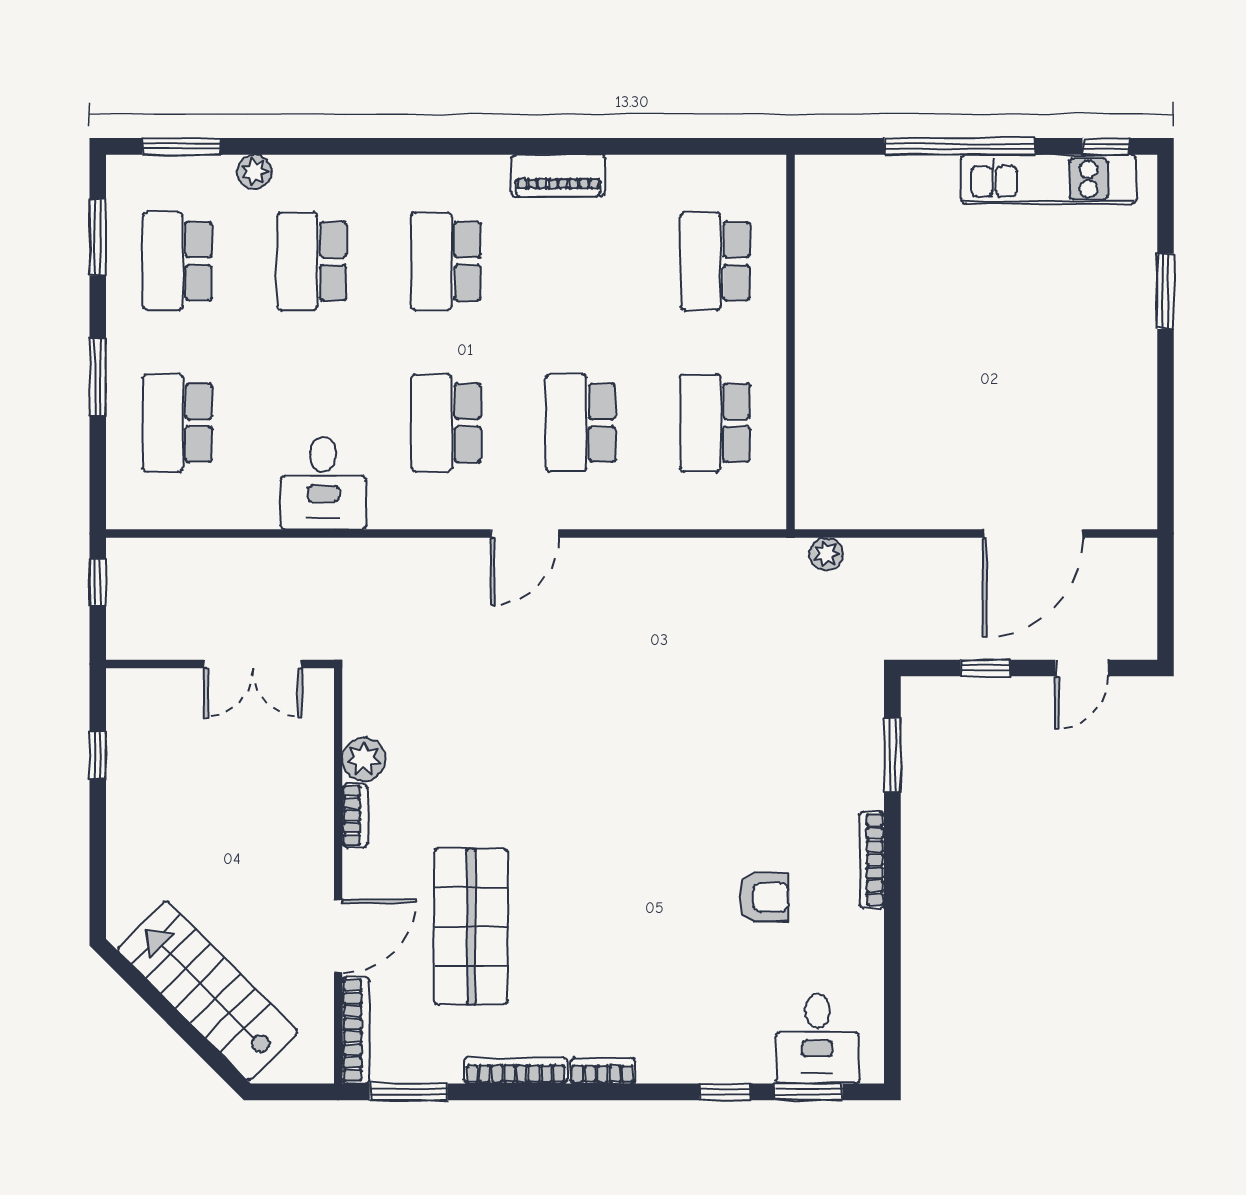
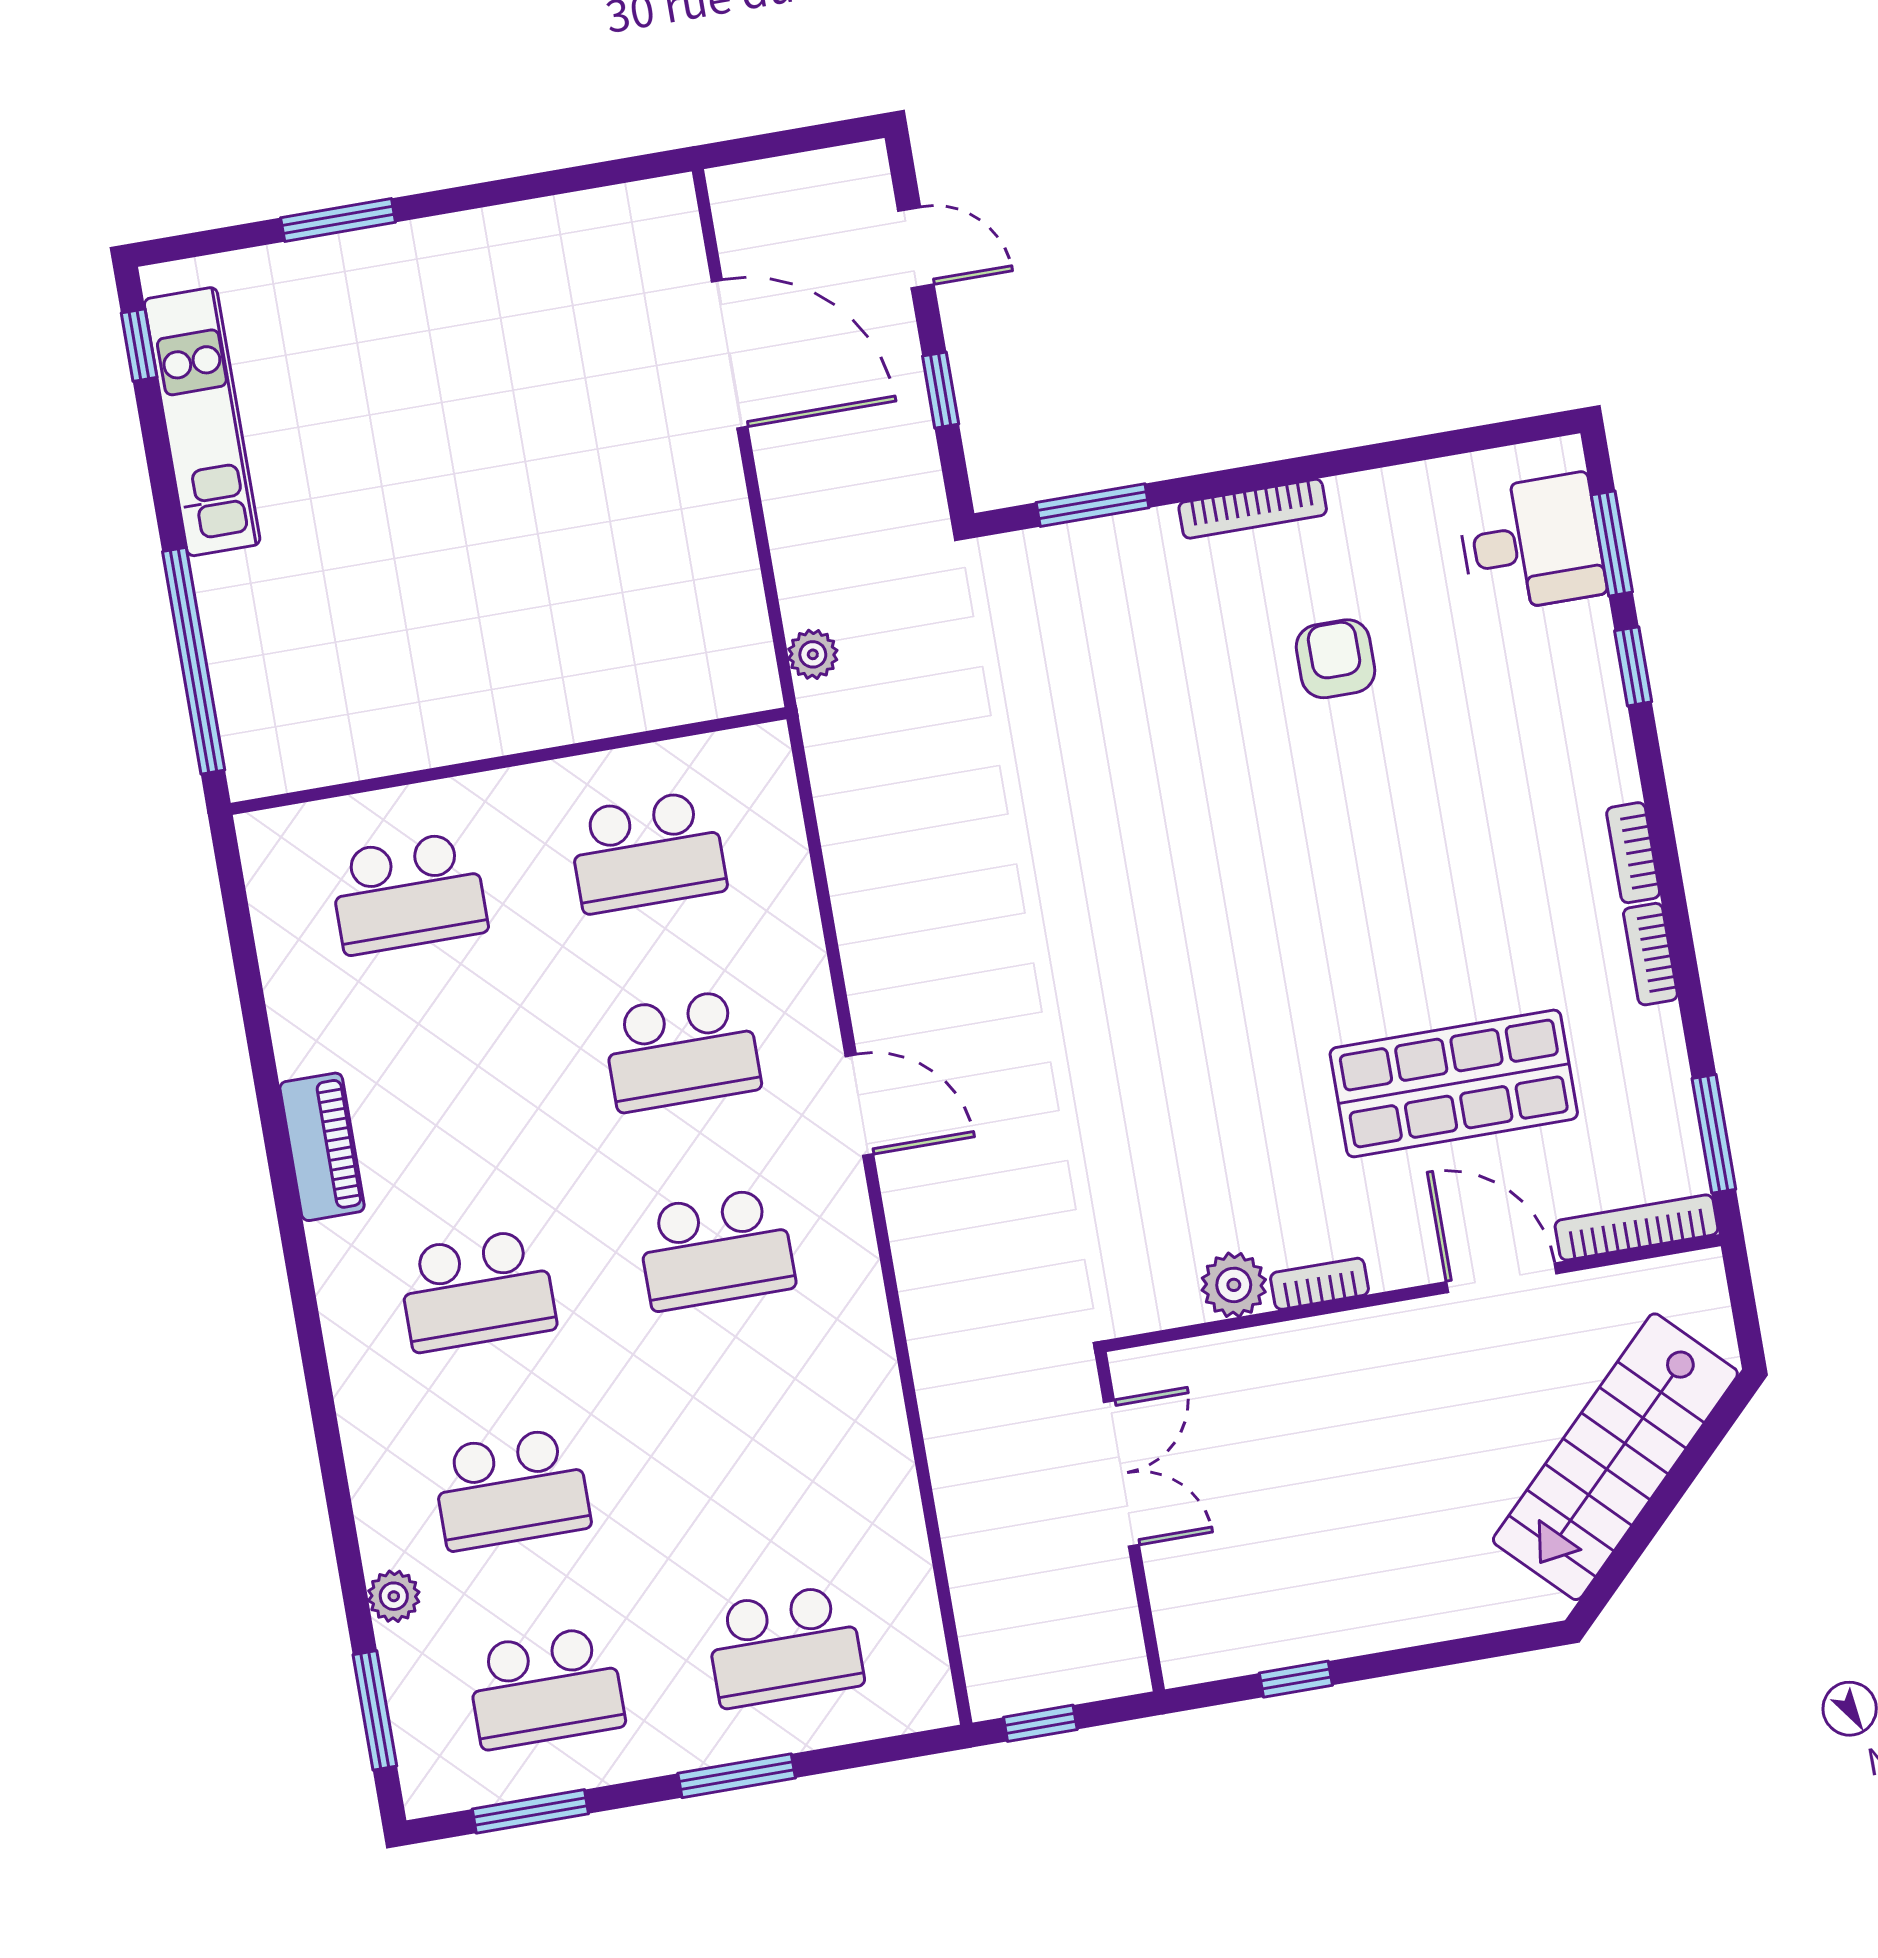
window: (960, 146) -> (194, 661), moved
desk: (323, 483) -> (836, 1415), removed
bookcase: (515, 1071) -> (1650, 954), width x0.64

